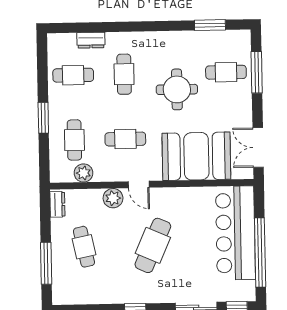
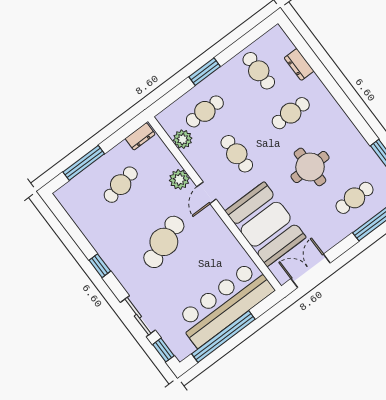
cafe table: (226, 72) -> (355, 198), turned 90
cafe table: (153, 245) -> (164, 242), turned -45

